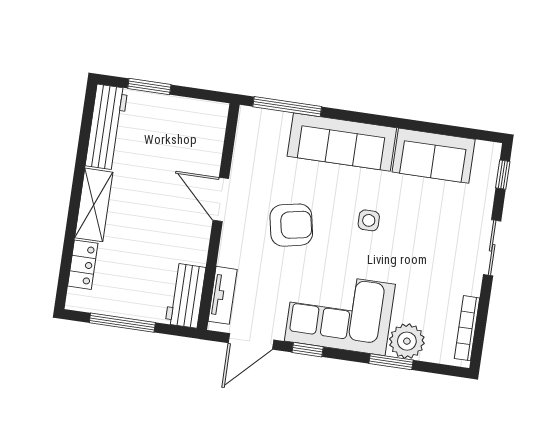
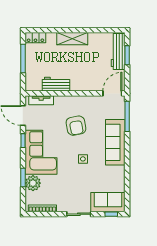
workbench: (107, 127) -> (118, 51), moved, turned 90
sofa: (434, 156) -> (108, 202), moved, turned 90
door: (221, 199) -> (112, 93), moved
locker: (83, 265) -> (35, 38), moved
workbench: (185, 296) -> (56, 84), moved

